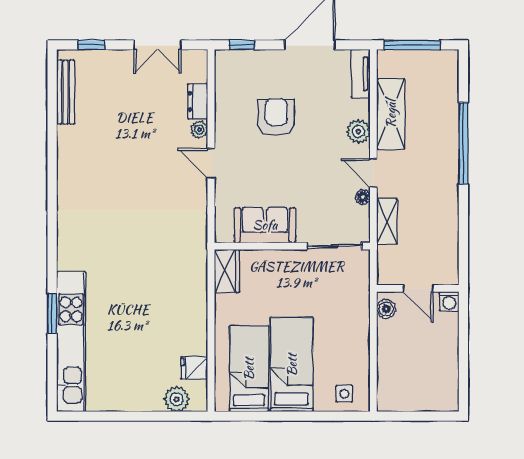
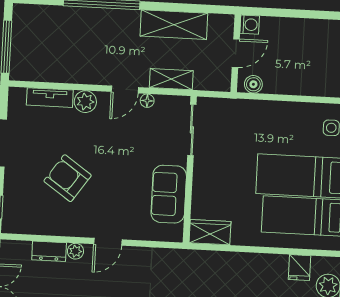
tv unit: (361, 74) -> (50, 98), moved
shelving: (391, 114) -> (174, 25), moved
armchair: (276, 117) -> (68, 178), turned 35

